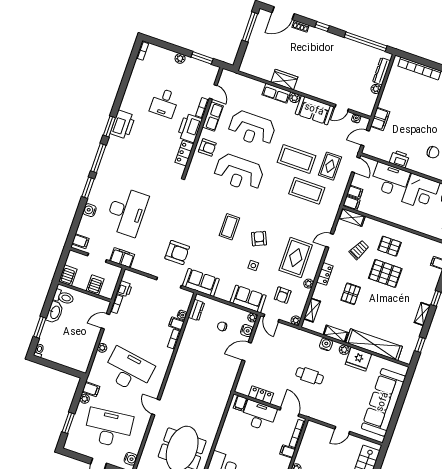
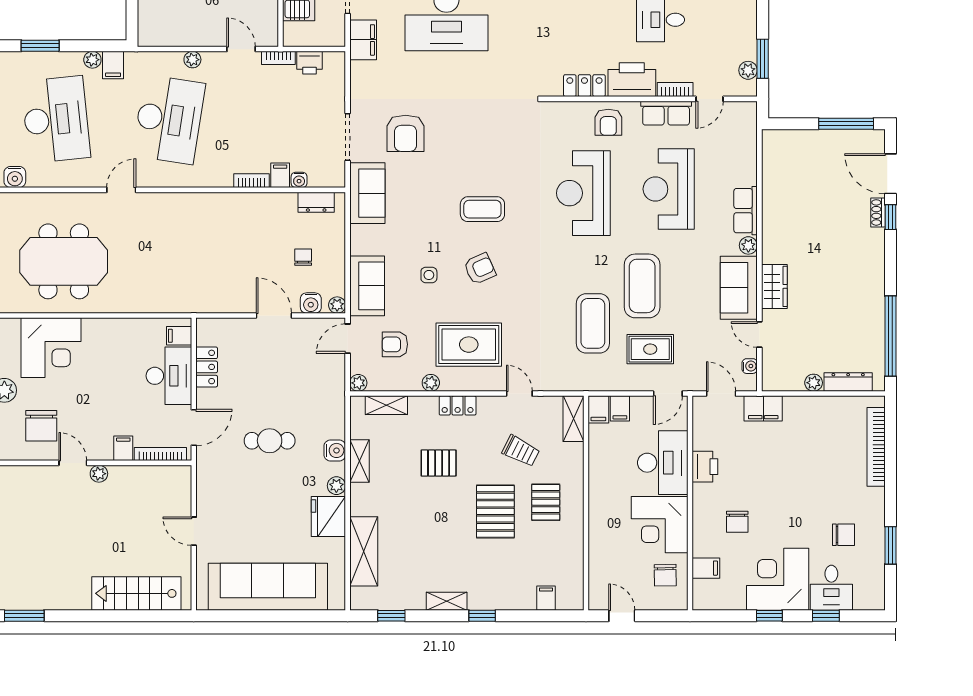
window: (322, 27) -> (890, 217), moved
plant: (180, 58) -> (748, 70), moved
wardrobe: (284, 80) -> (774, 286), moved
shelving: (374, 345) -> (364, 551), width x0.68
cafe table: (310, 376) -> (270, 441), turned 90

